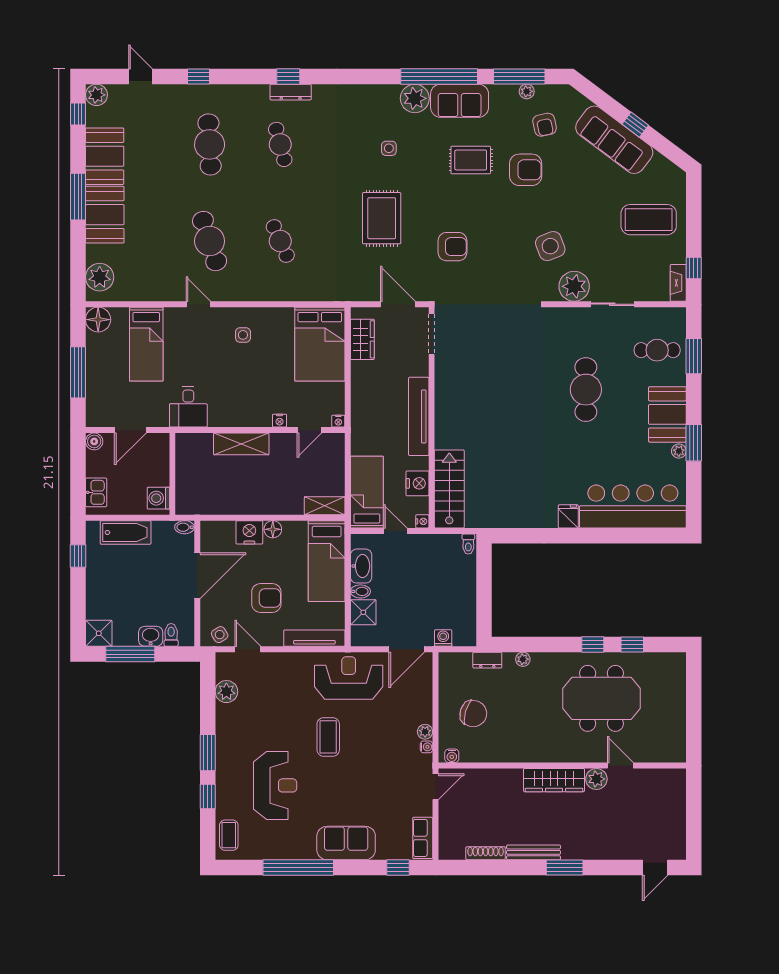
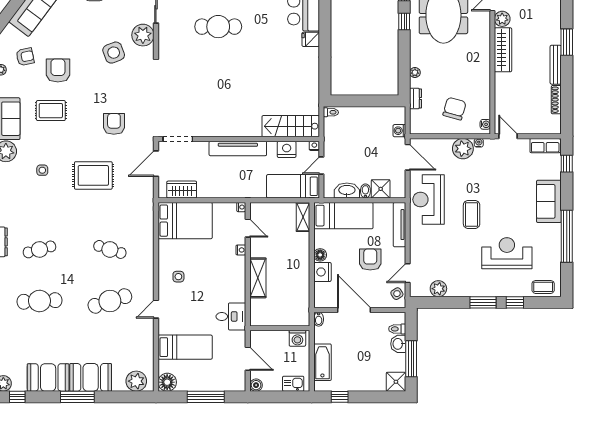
rug: (471, 160) -> (51, 111), turned 90
cafe table: (280, 241) -> (110, 249), turned 42
plant: (425, 732) -> (463, 149), width x1.88, depth x1.88
coffee table: (328, 737) -> (472, 214), turned 90

